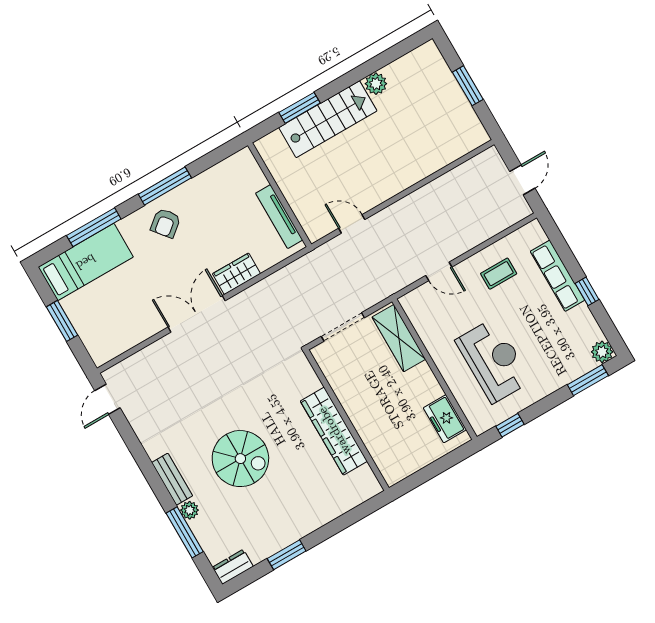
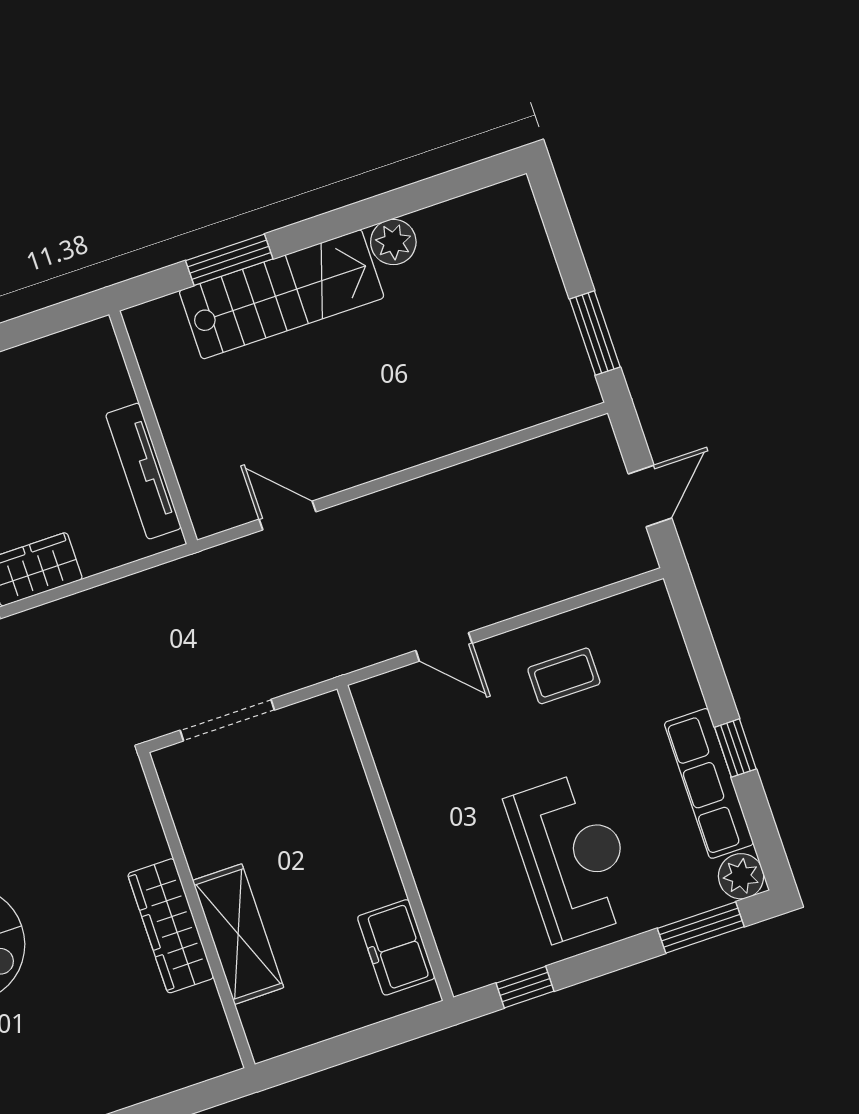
window: (468, 86) -> (595, 333), moved
row of seats: (557, 276) -> (709, 783), moved
shelving: (399, 338) -> (238, 934), moved
reception desk: (493, 361) -> (573, 856), moved
wardrobe: (334, 431) -> (171, 926), width x0.71, depth x0.85

